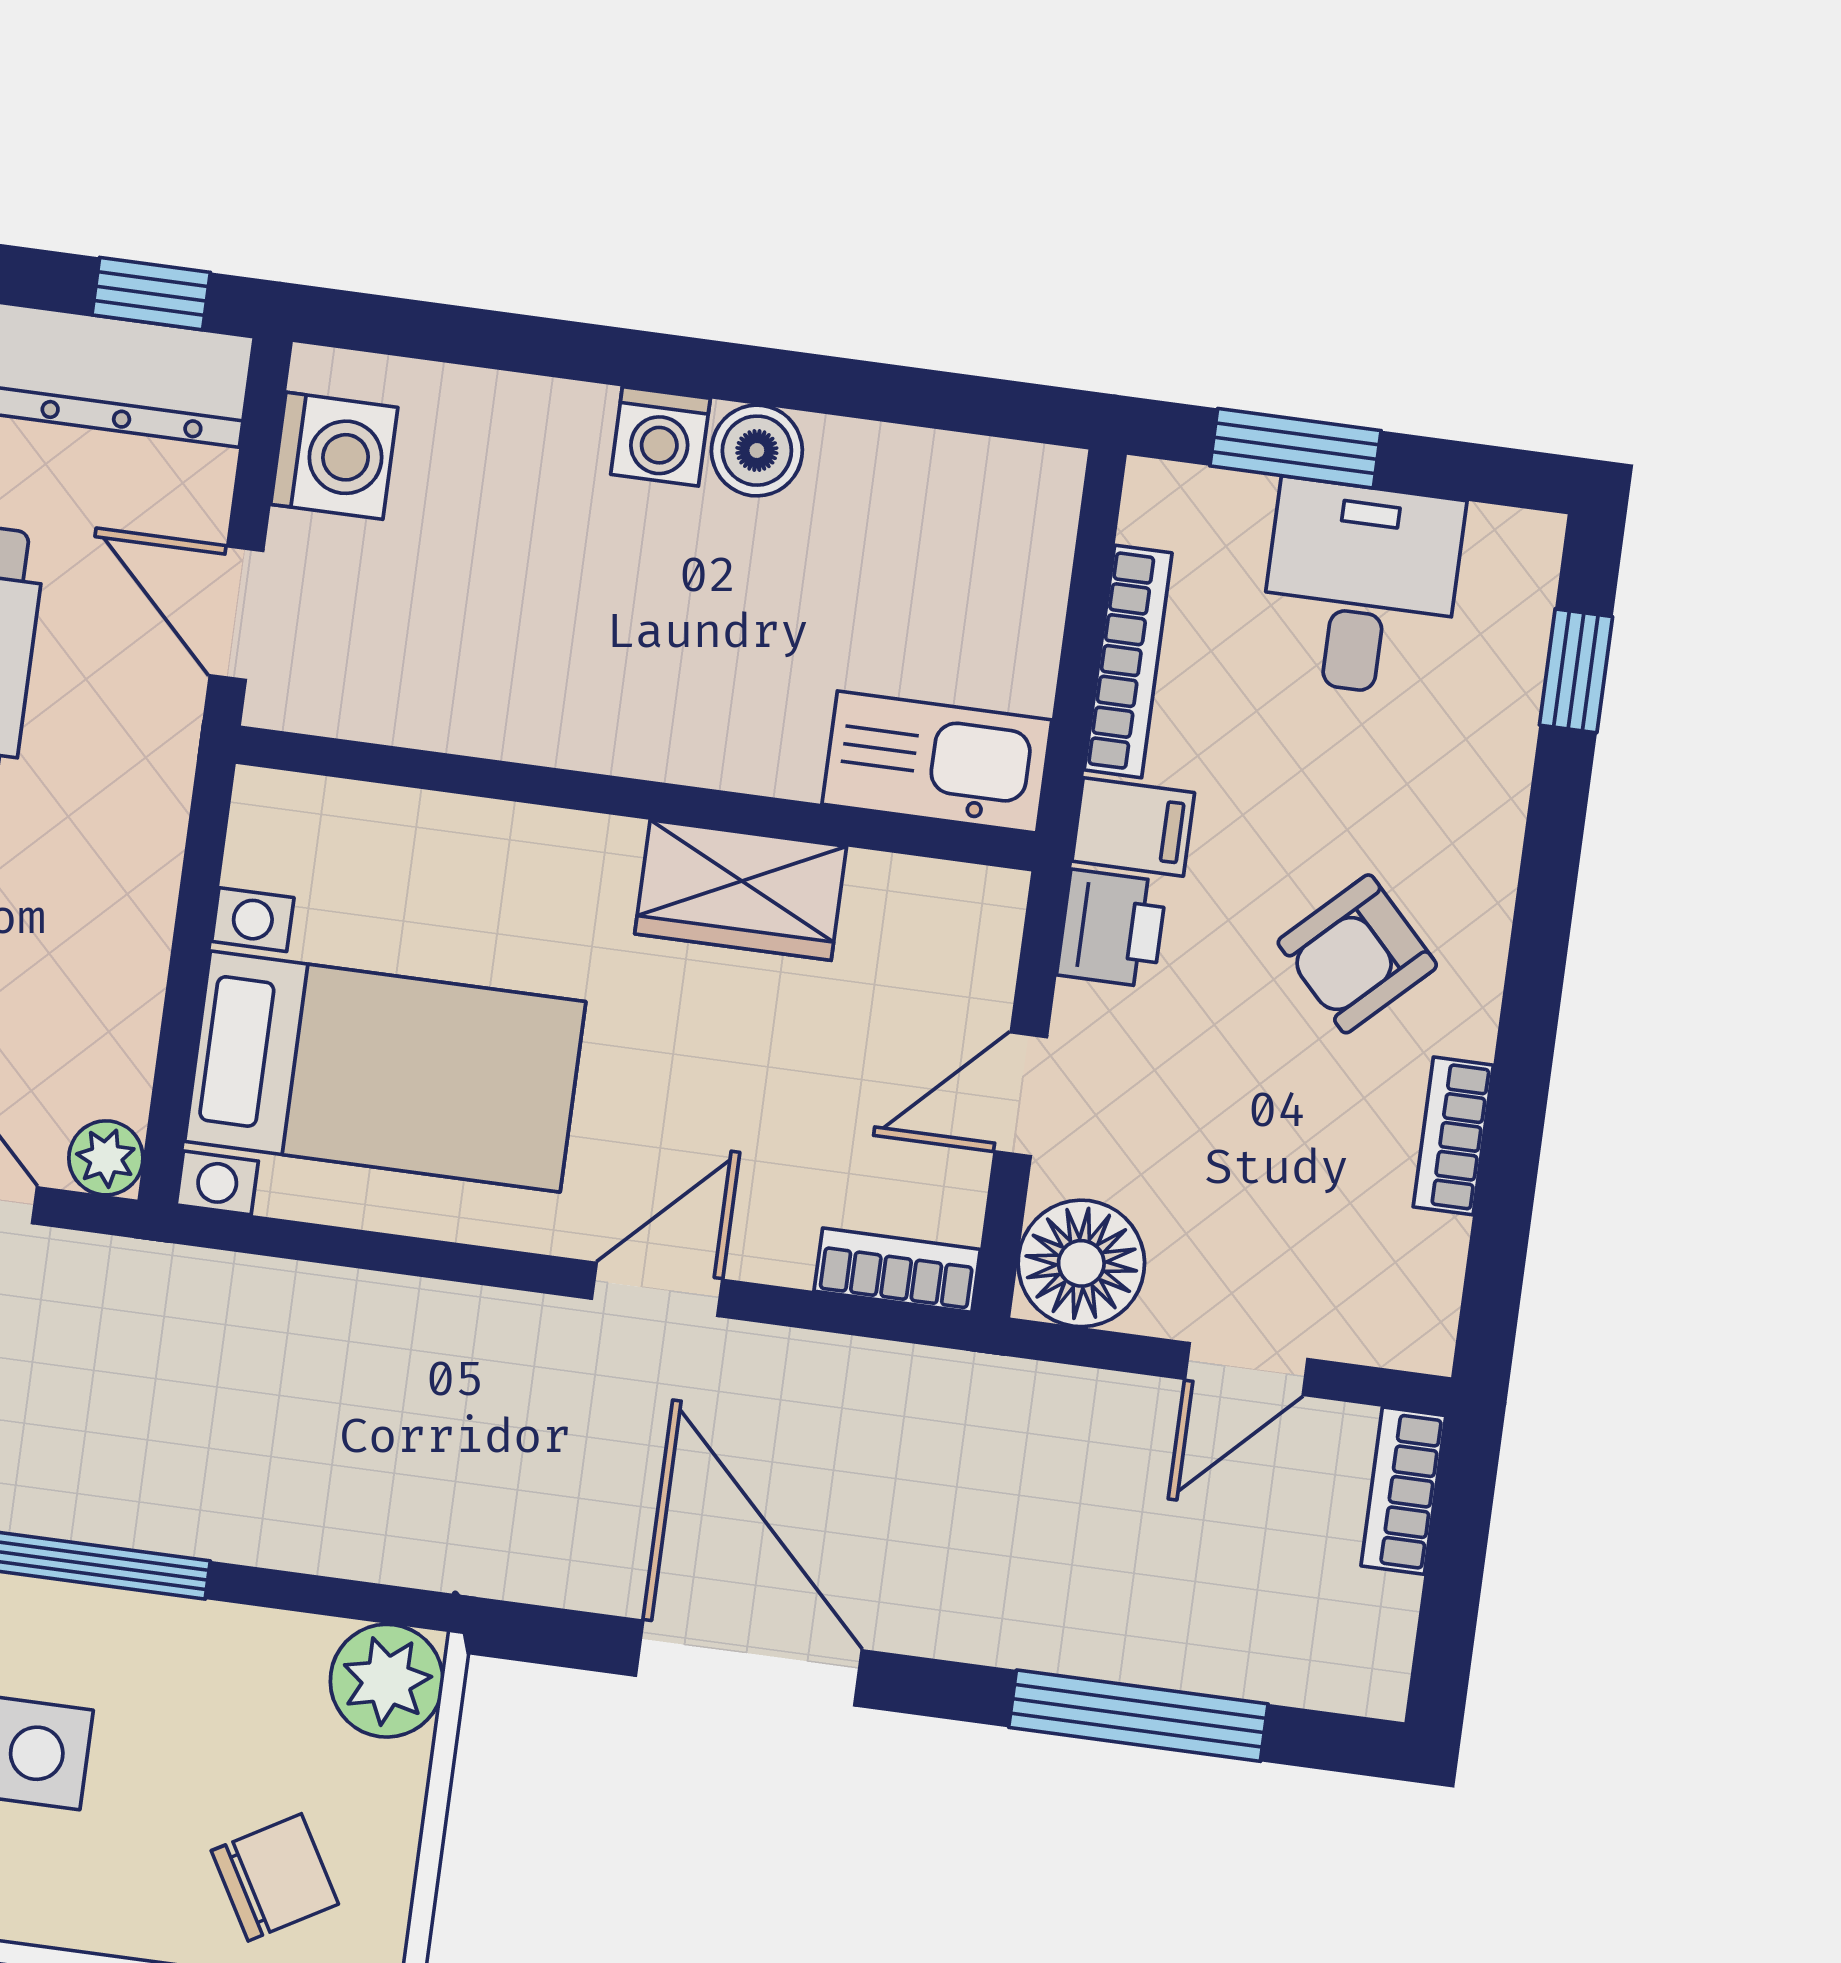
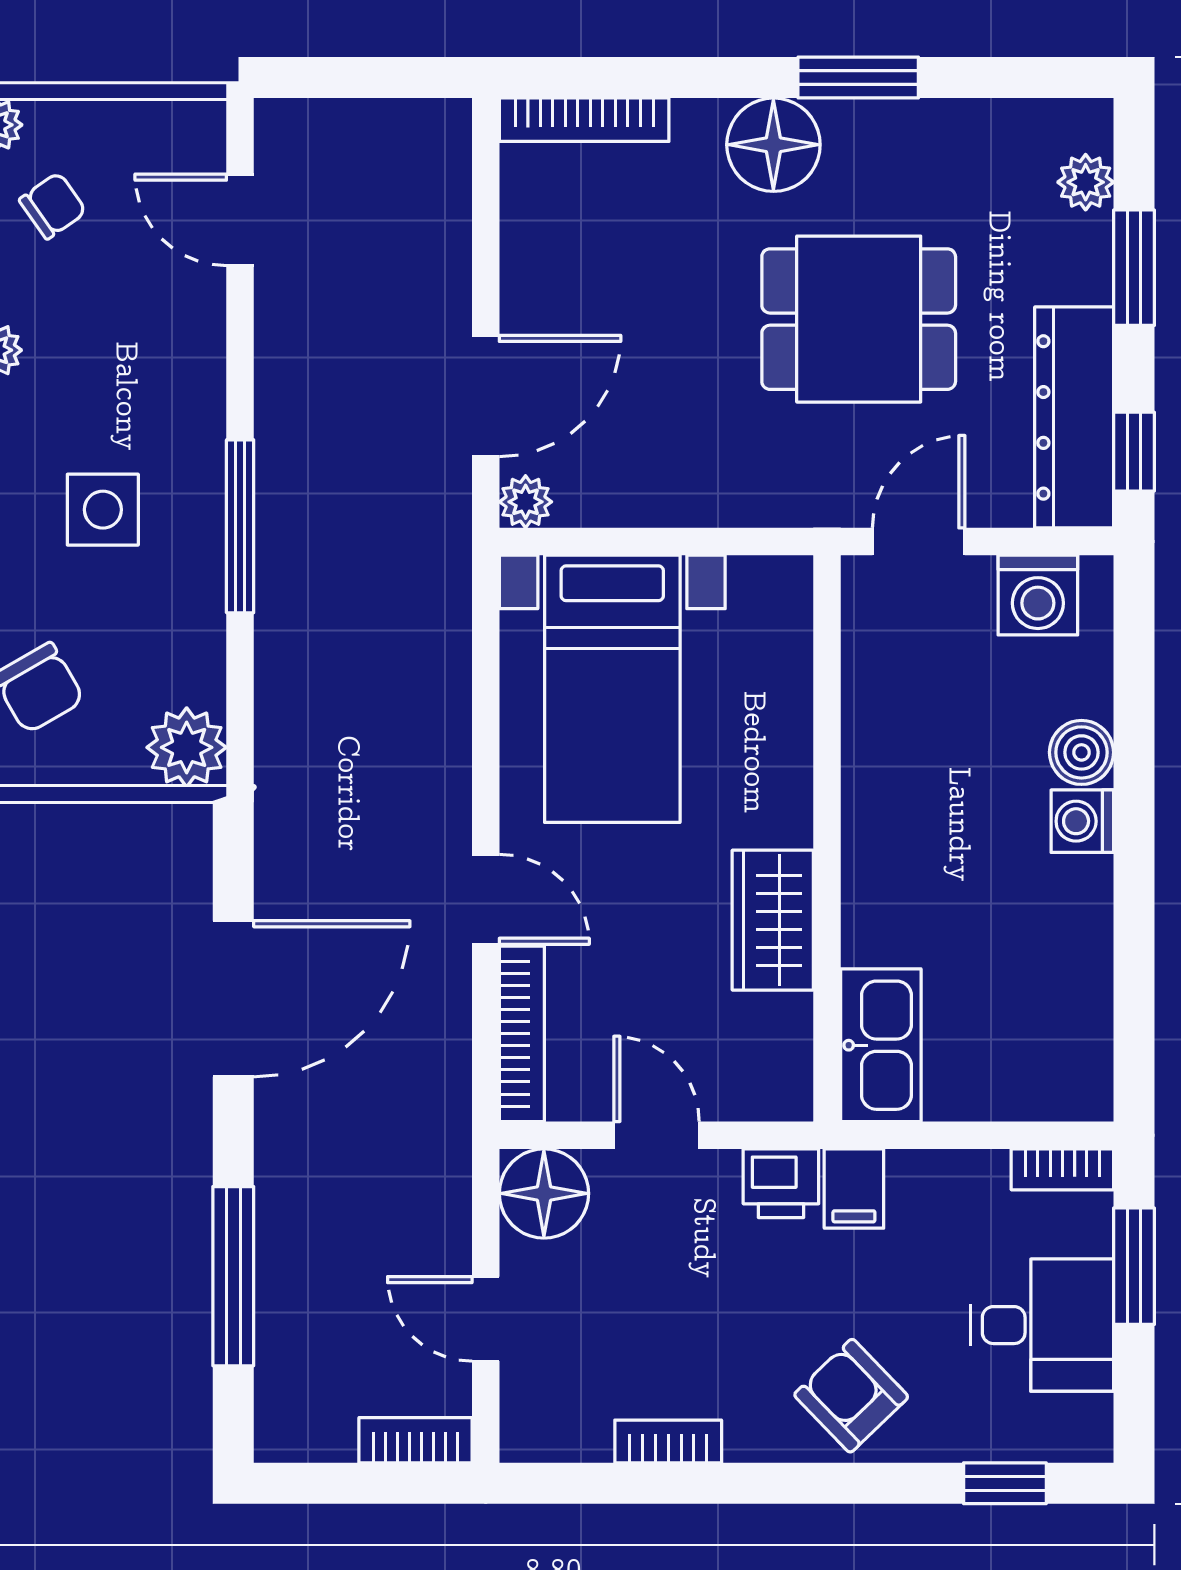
boiler: (757, 451) -> (1081, 752), moved
bookcase: (1128, 661) -> (1062, 1169), moved, width x0.64
armchair: (1357, 954) -> (851, 1396), moved
bookcase: (897, 1270) -> (522, 1034), width x1.56

